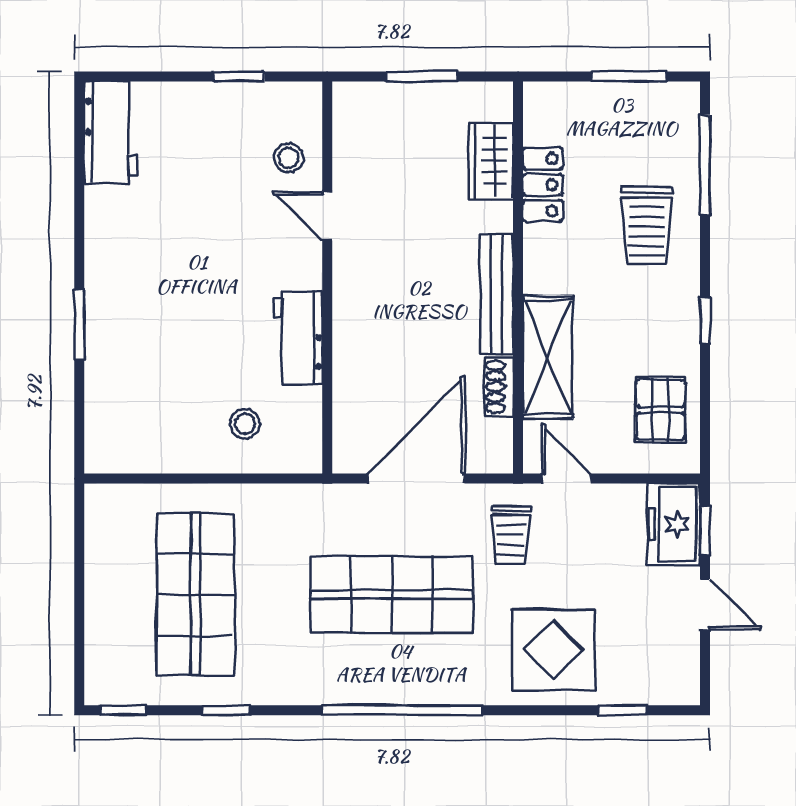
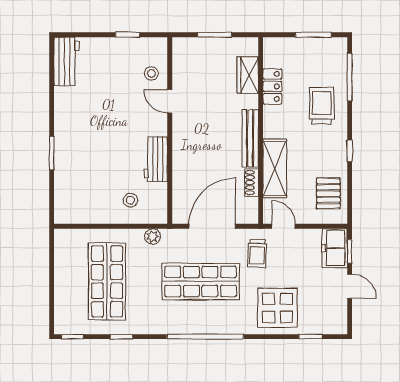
trolley: (647, 226) -> (322, 106), turned 180
plant: (291, 500) -> (153, 236), added

